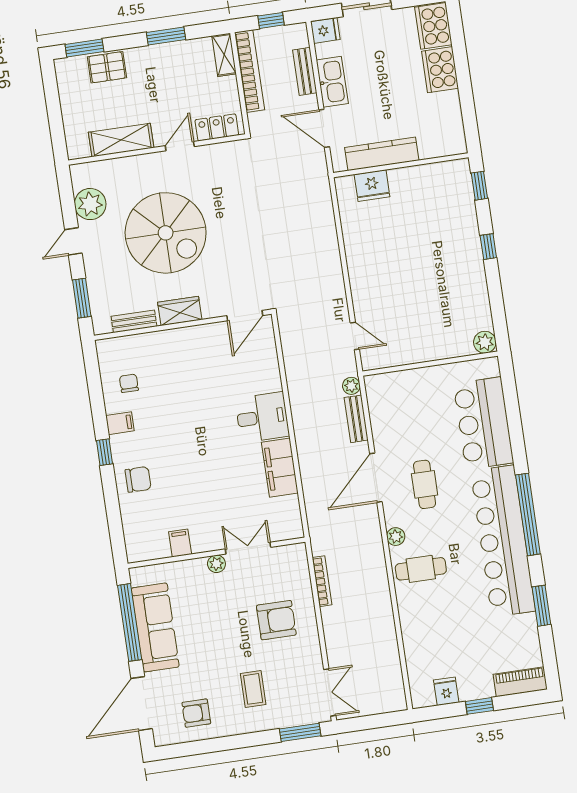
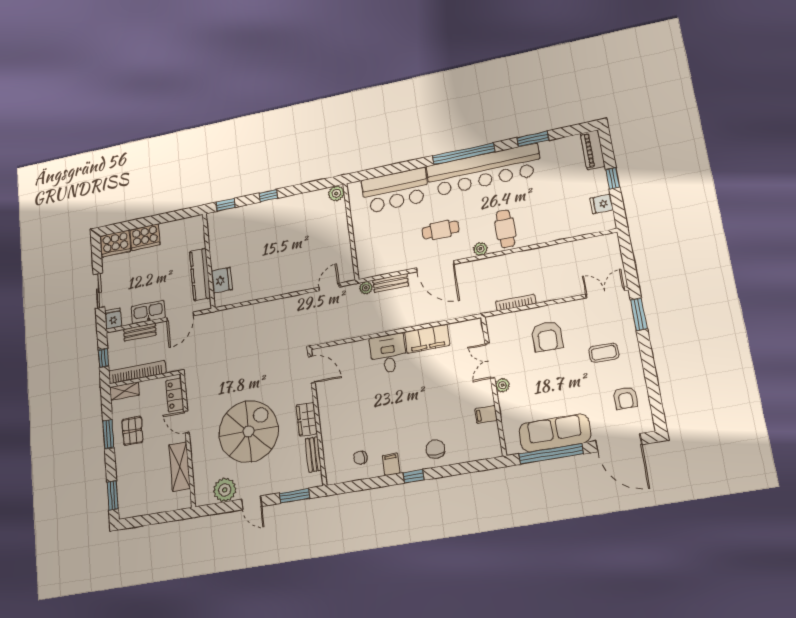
pallet: (107, 67) -> (133, 431), moved
armchair: (276, 620) -> (547, 337), turned 180

